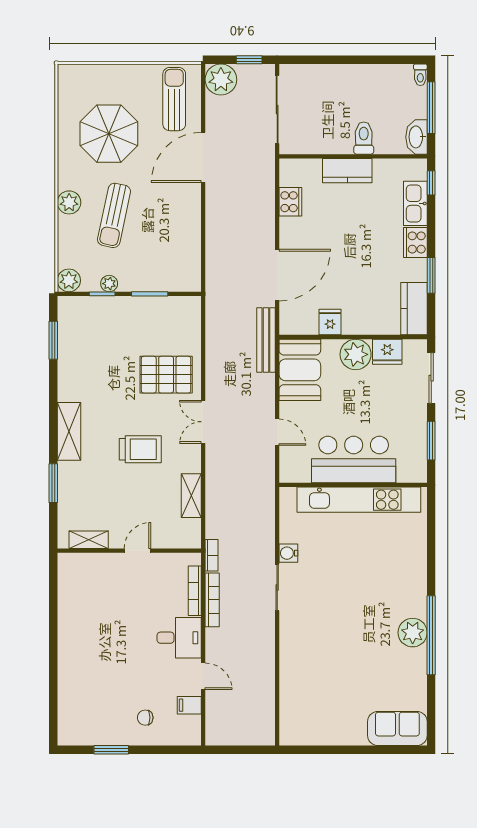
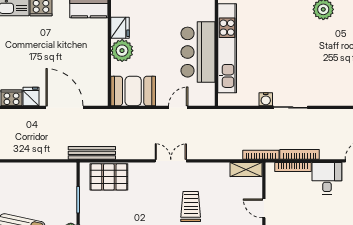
fridge: (330, 322) -> (31, 97), moved, turned 90
bench: (266, 340) -> (92, 153), moved
pallet: (166, 375) -> (109, 177), moved, turned 90
double door: (203, 422) -> (171, 161), swing flipped
shelving: (191, 496) -> (246, 170), moved
bookcase: (212, 555) -> (261, 155), width x1.56

